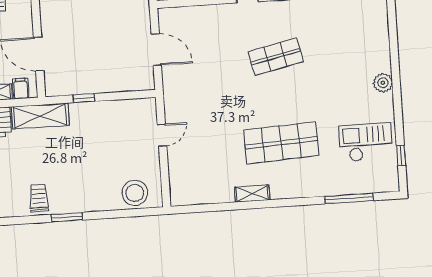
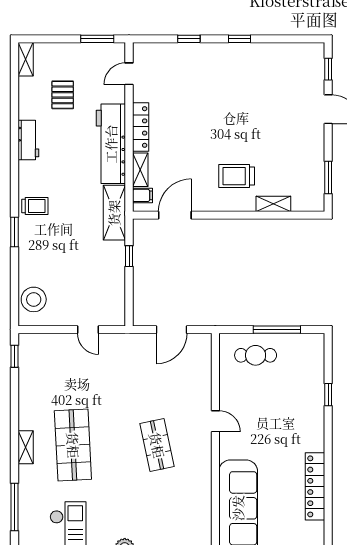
shelving: (252, 194) -> (26, 447), moved
window: (194, 209) -> (15, 356), added

